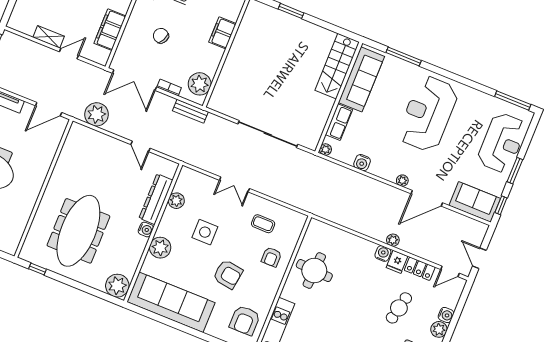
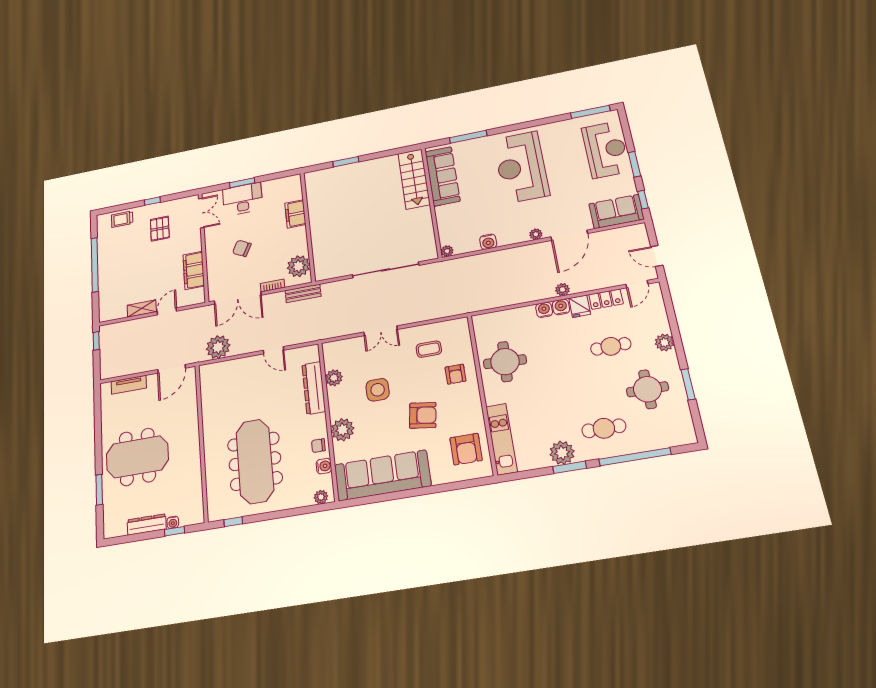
row of seats: (339, 122) -> (445, 222), removed
water cooler: (146, 230) -> (324, 466), moved
chair: (135, 249) -> (318, 446), added
plant: (117, 286) -> (321, 497), width x0.53, depth x0.53
cafe table: (399, 308) -> (611, 346), turned 76
water cooler: (446, 315) -> (544, 310), moved, turned -90

